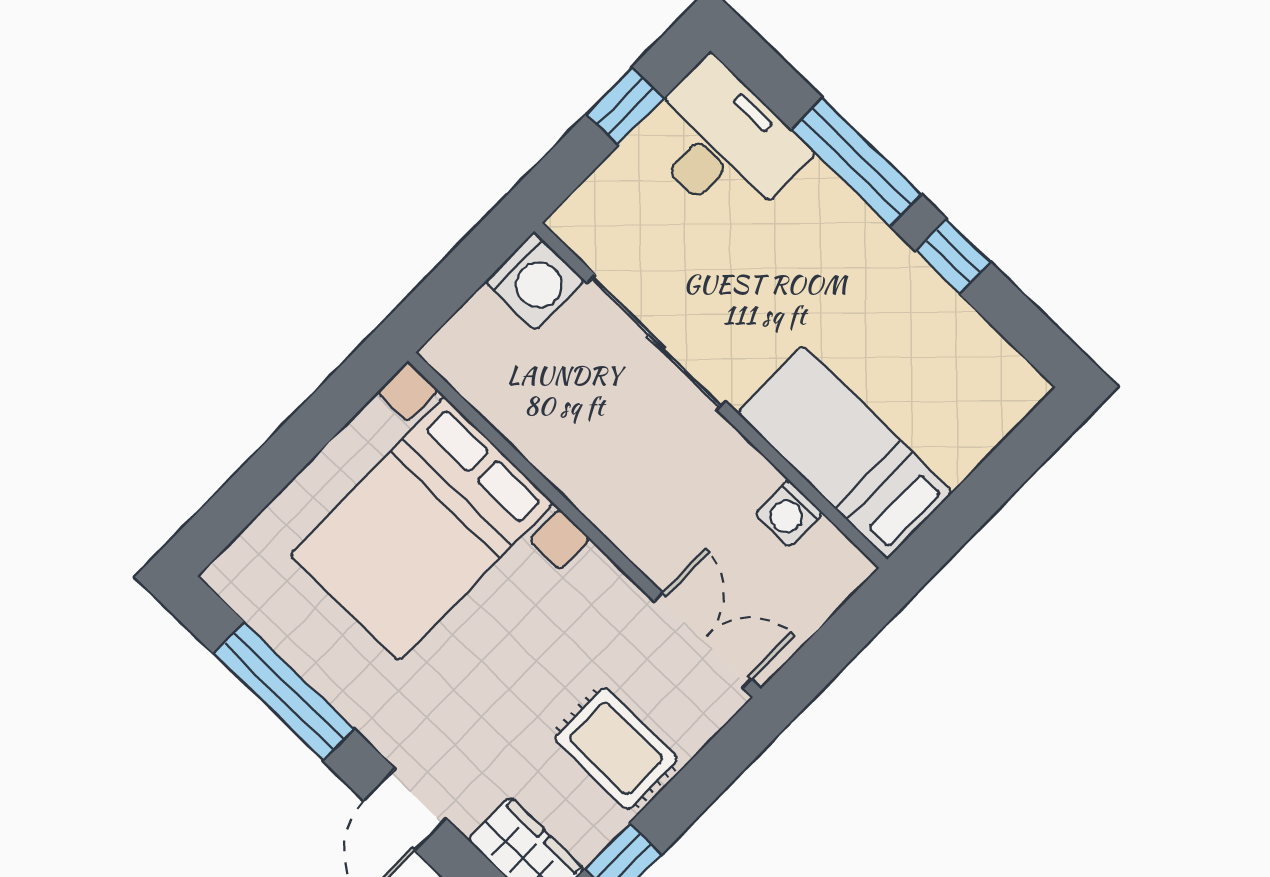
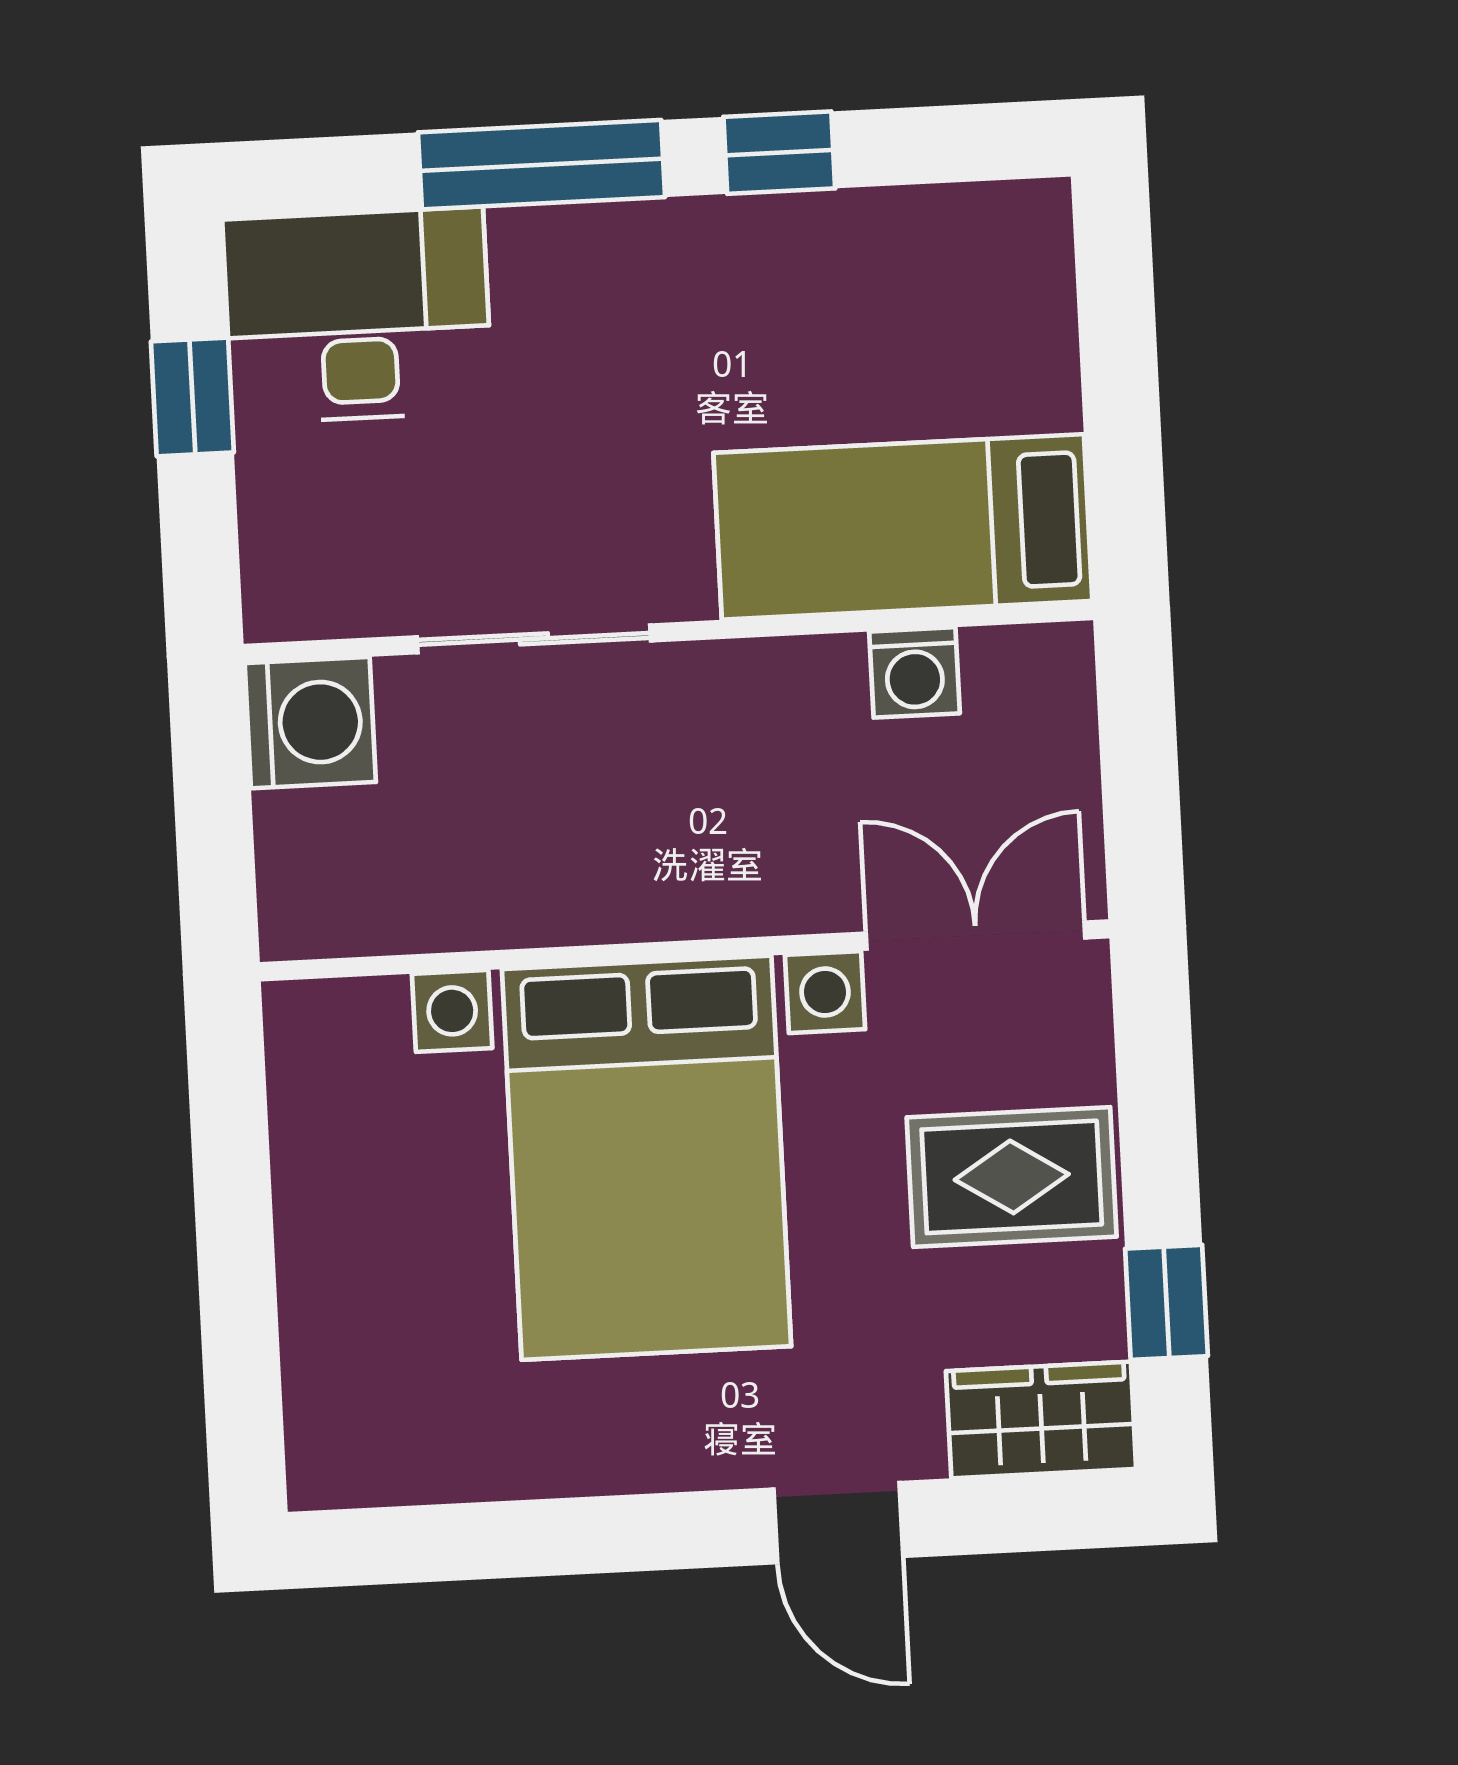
sliding door: (656, 342) -> (534, 639), width x0.73
bed with nightstands: (422, 529) -> (646, 1158), moved
window: (284, 691) -> (540, 1538), removed

